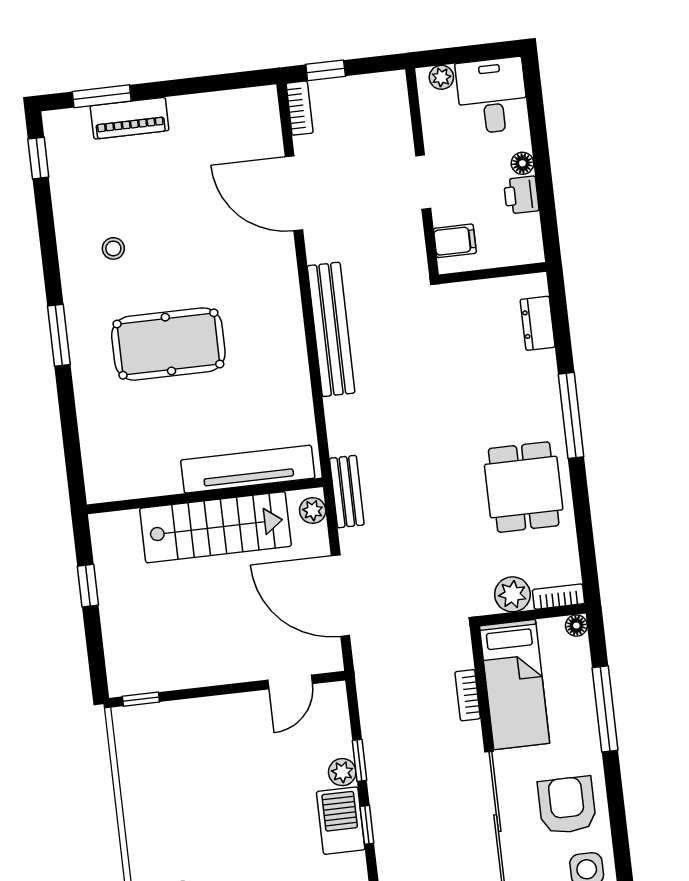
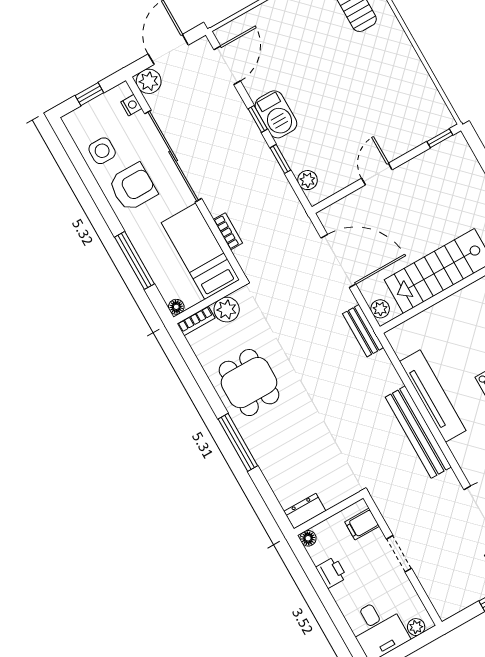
floor lamp: (522, 163) -> (308, 538), moved
dresser: (538, 323) -> (305, 511), moved, turned -90
tv unit: (248, 469) -> (433, 396), moved, turned -90
door: (290, 682) -> (377, 174), moved
plant: (342, 772) -> (308, 180), moved
armchair: (567, 805) -> (133, 187), turned -90

